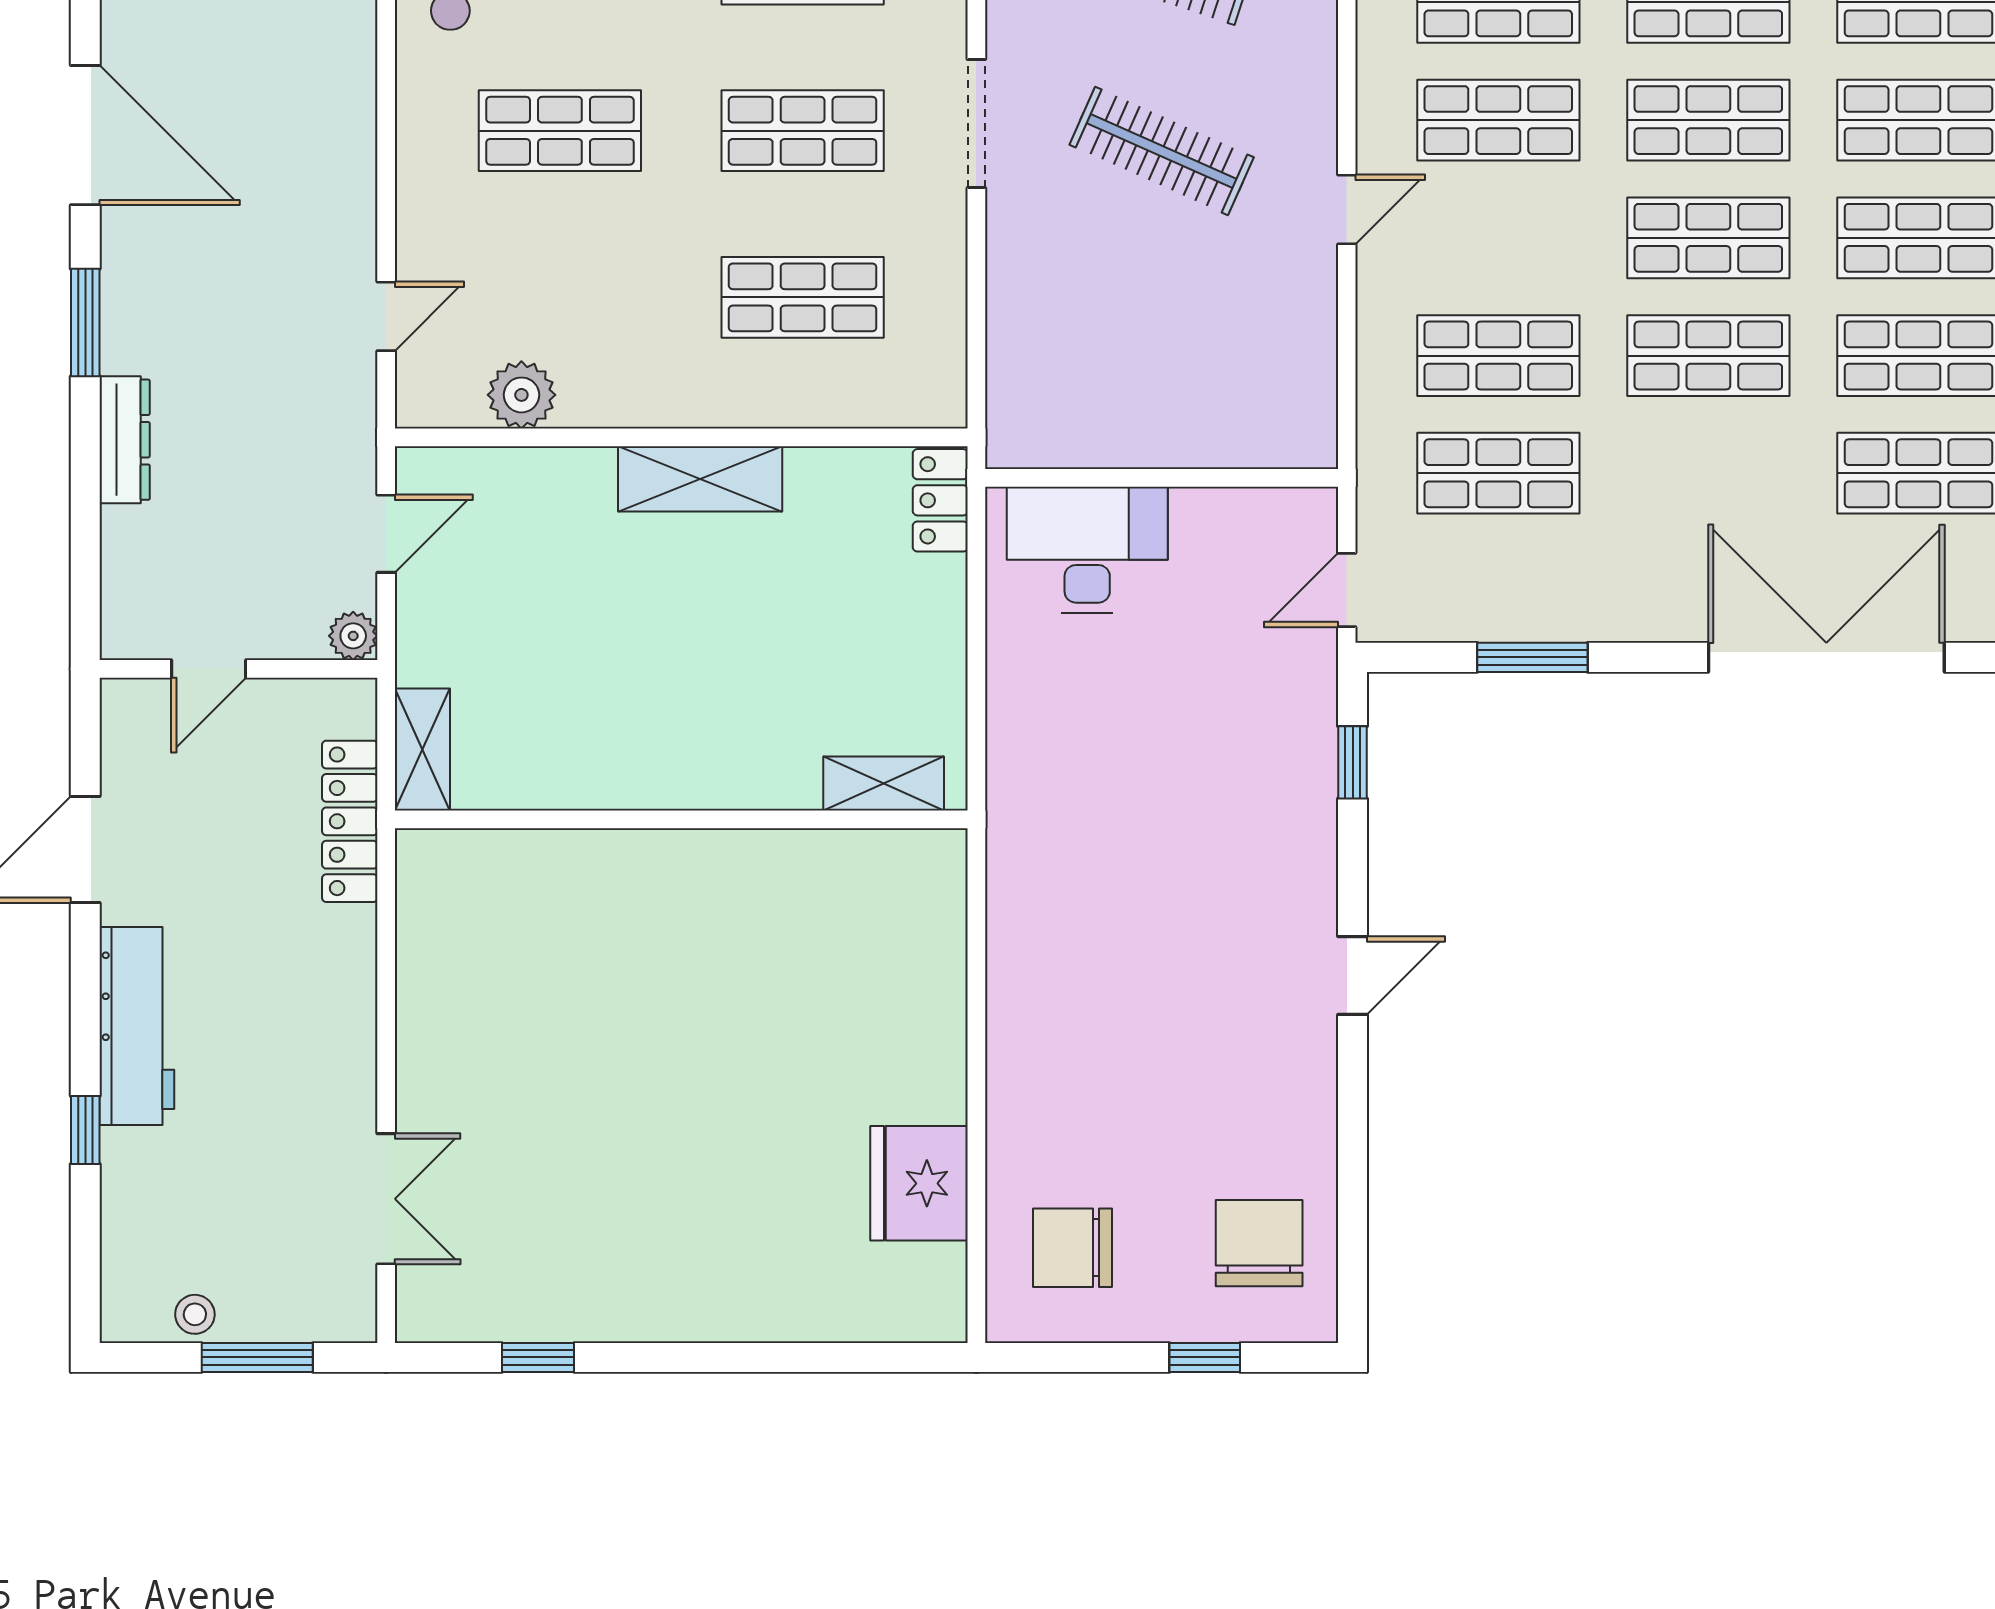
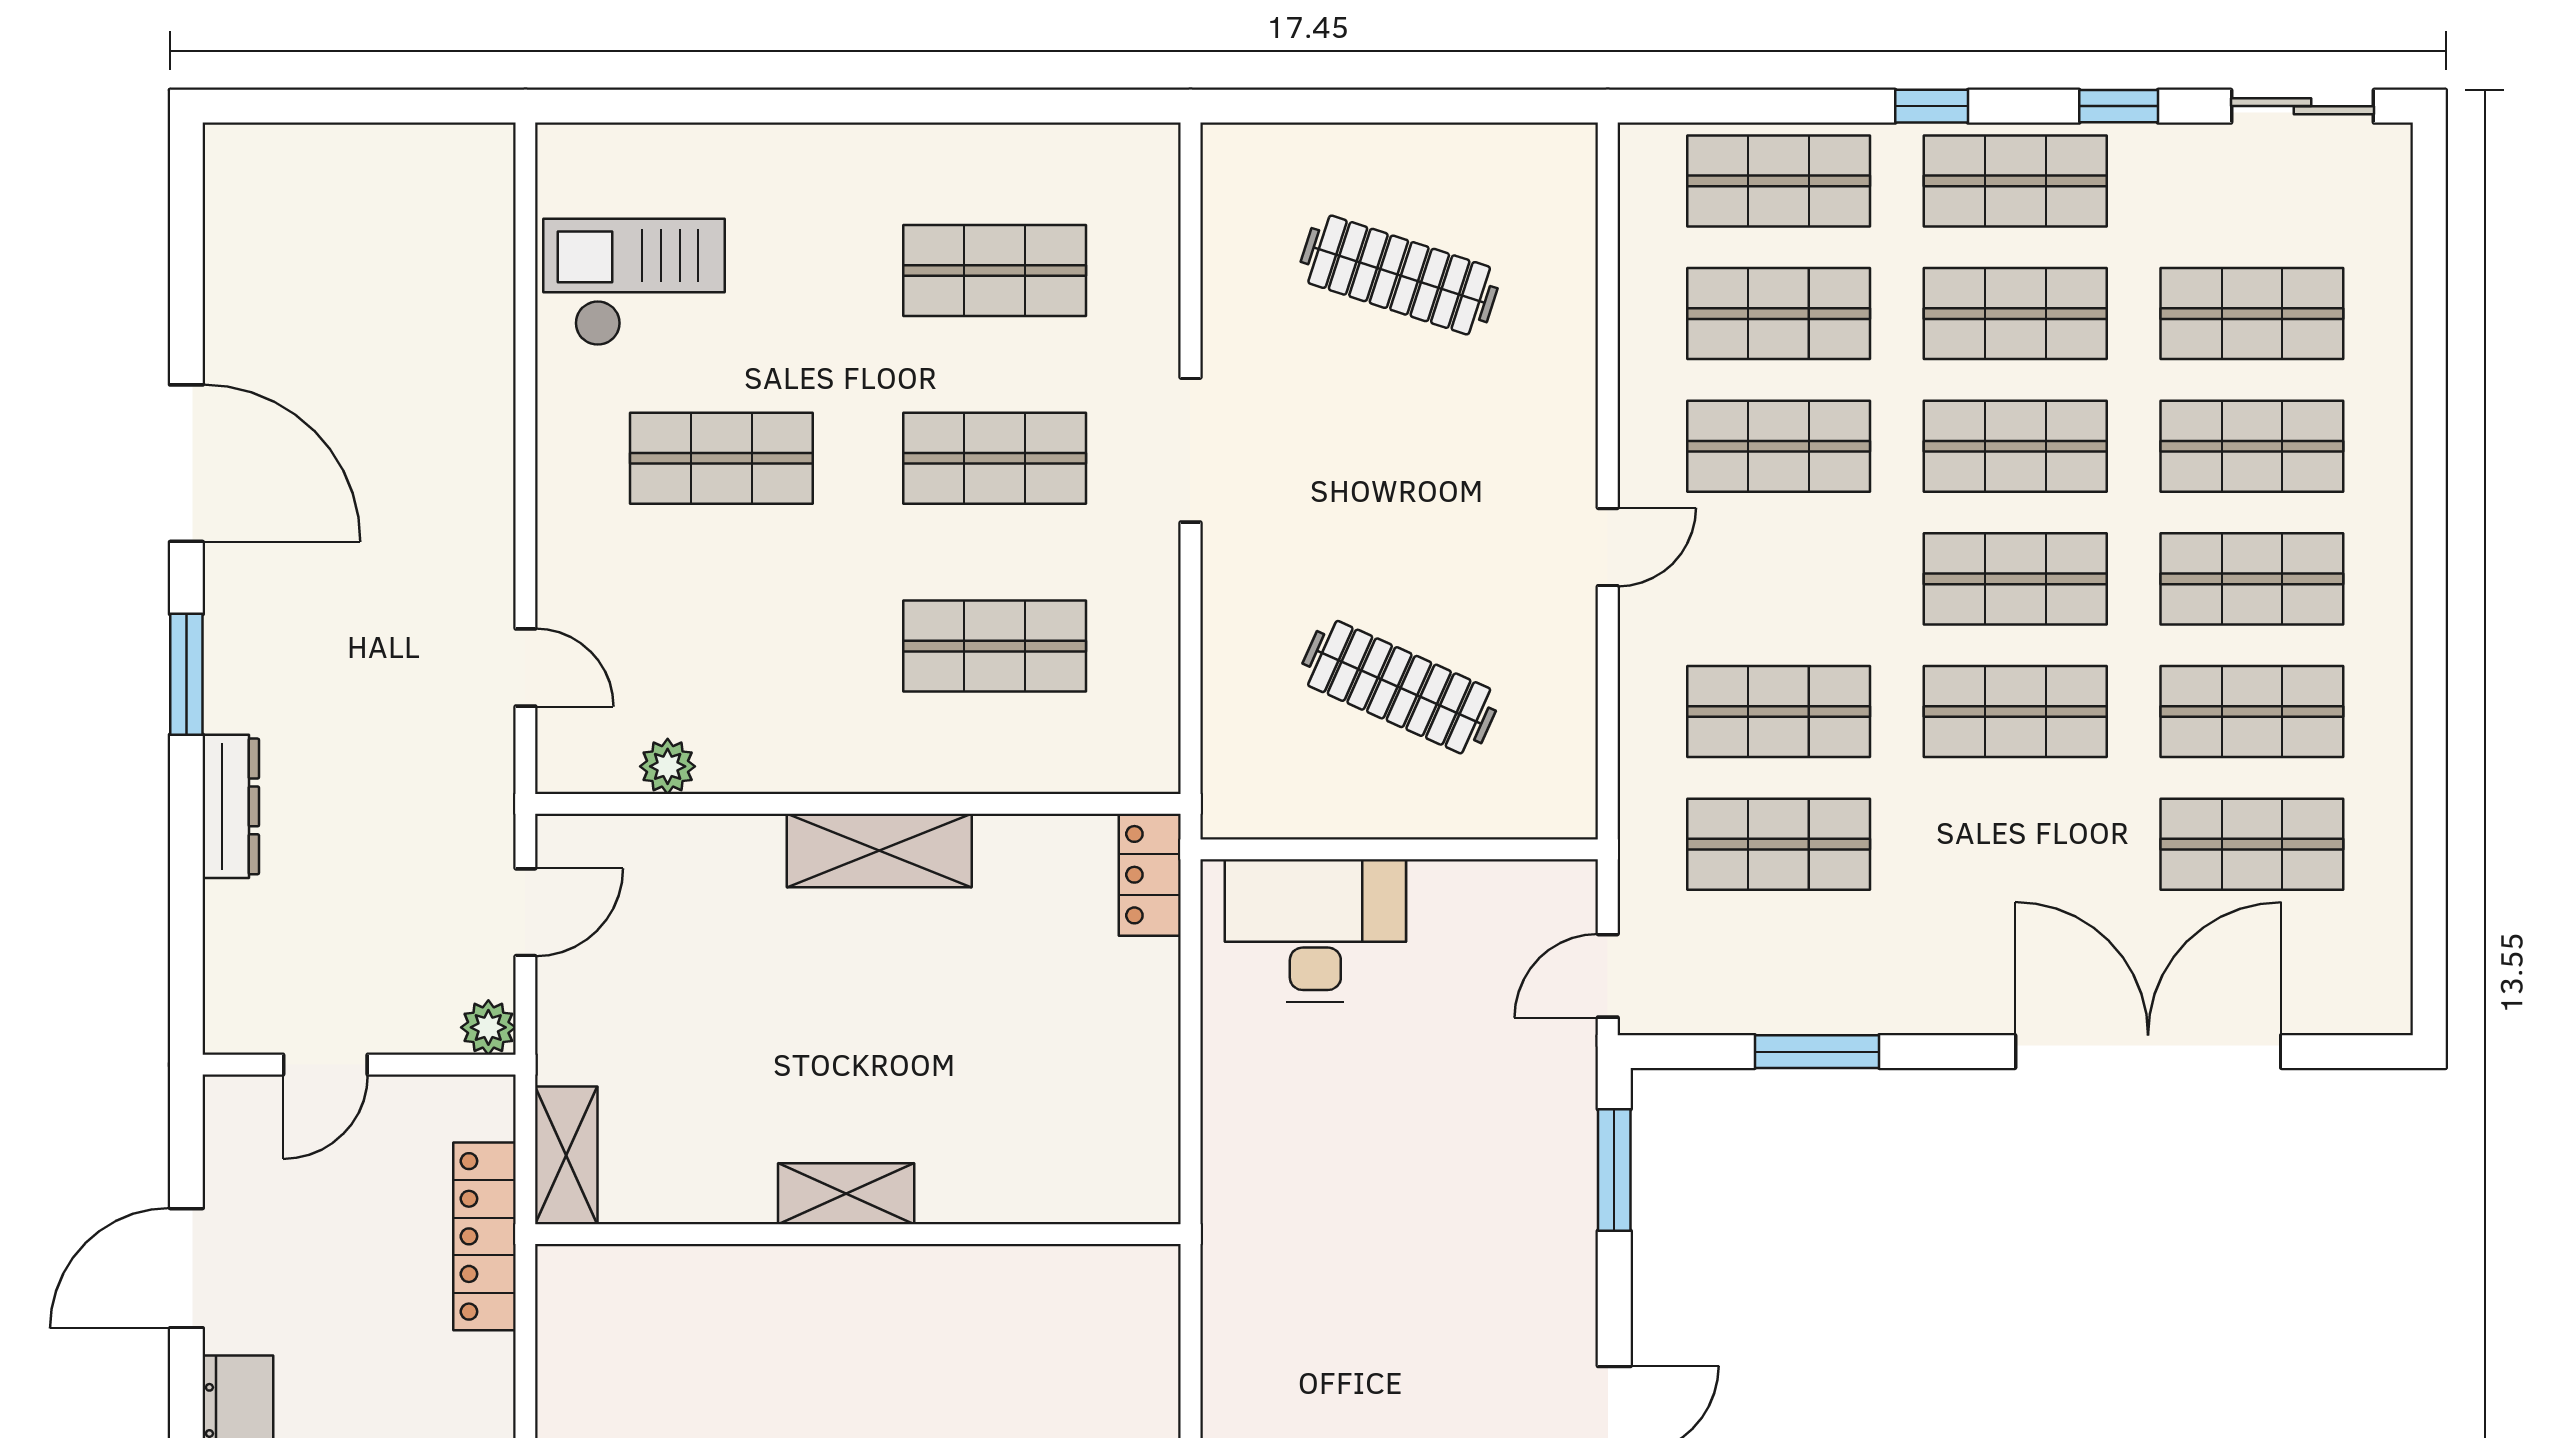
clothes rail: (1162, 151) -> (1399, 687), moved
door: (386, 316) -> (525, 667), hinge flipped
plant: (521, 395) -> (668, 766), width x0.73, depth x0.73
window: (1353, 762) -> (1614, 1170), width x1.50
shelving: (884, 784) -> (846, 1194), moved

